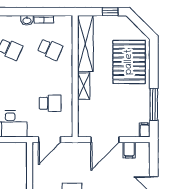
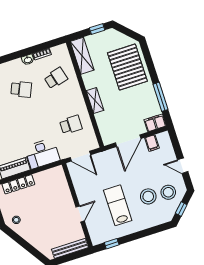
shelving: (85, 44) -> (82, 56), width x0.68
school desk: (50, 49) -> (56, 78), turned -39
filing cabinet: (145, 130) -> (155, 123), width x2.00
door: (49, 140) -> (80, 156), hinge flipped

